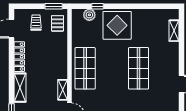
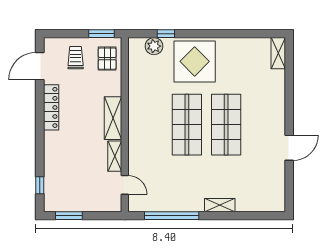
shelving: (174, 31) -> (278, 53), moved
shop shelf: (85, 68) -> (187, 125), moved
shelving: (20, 88) -> (113, 118), moved

